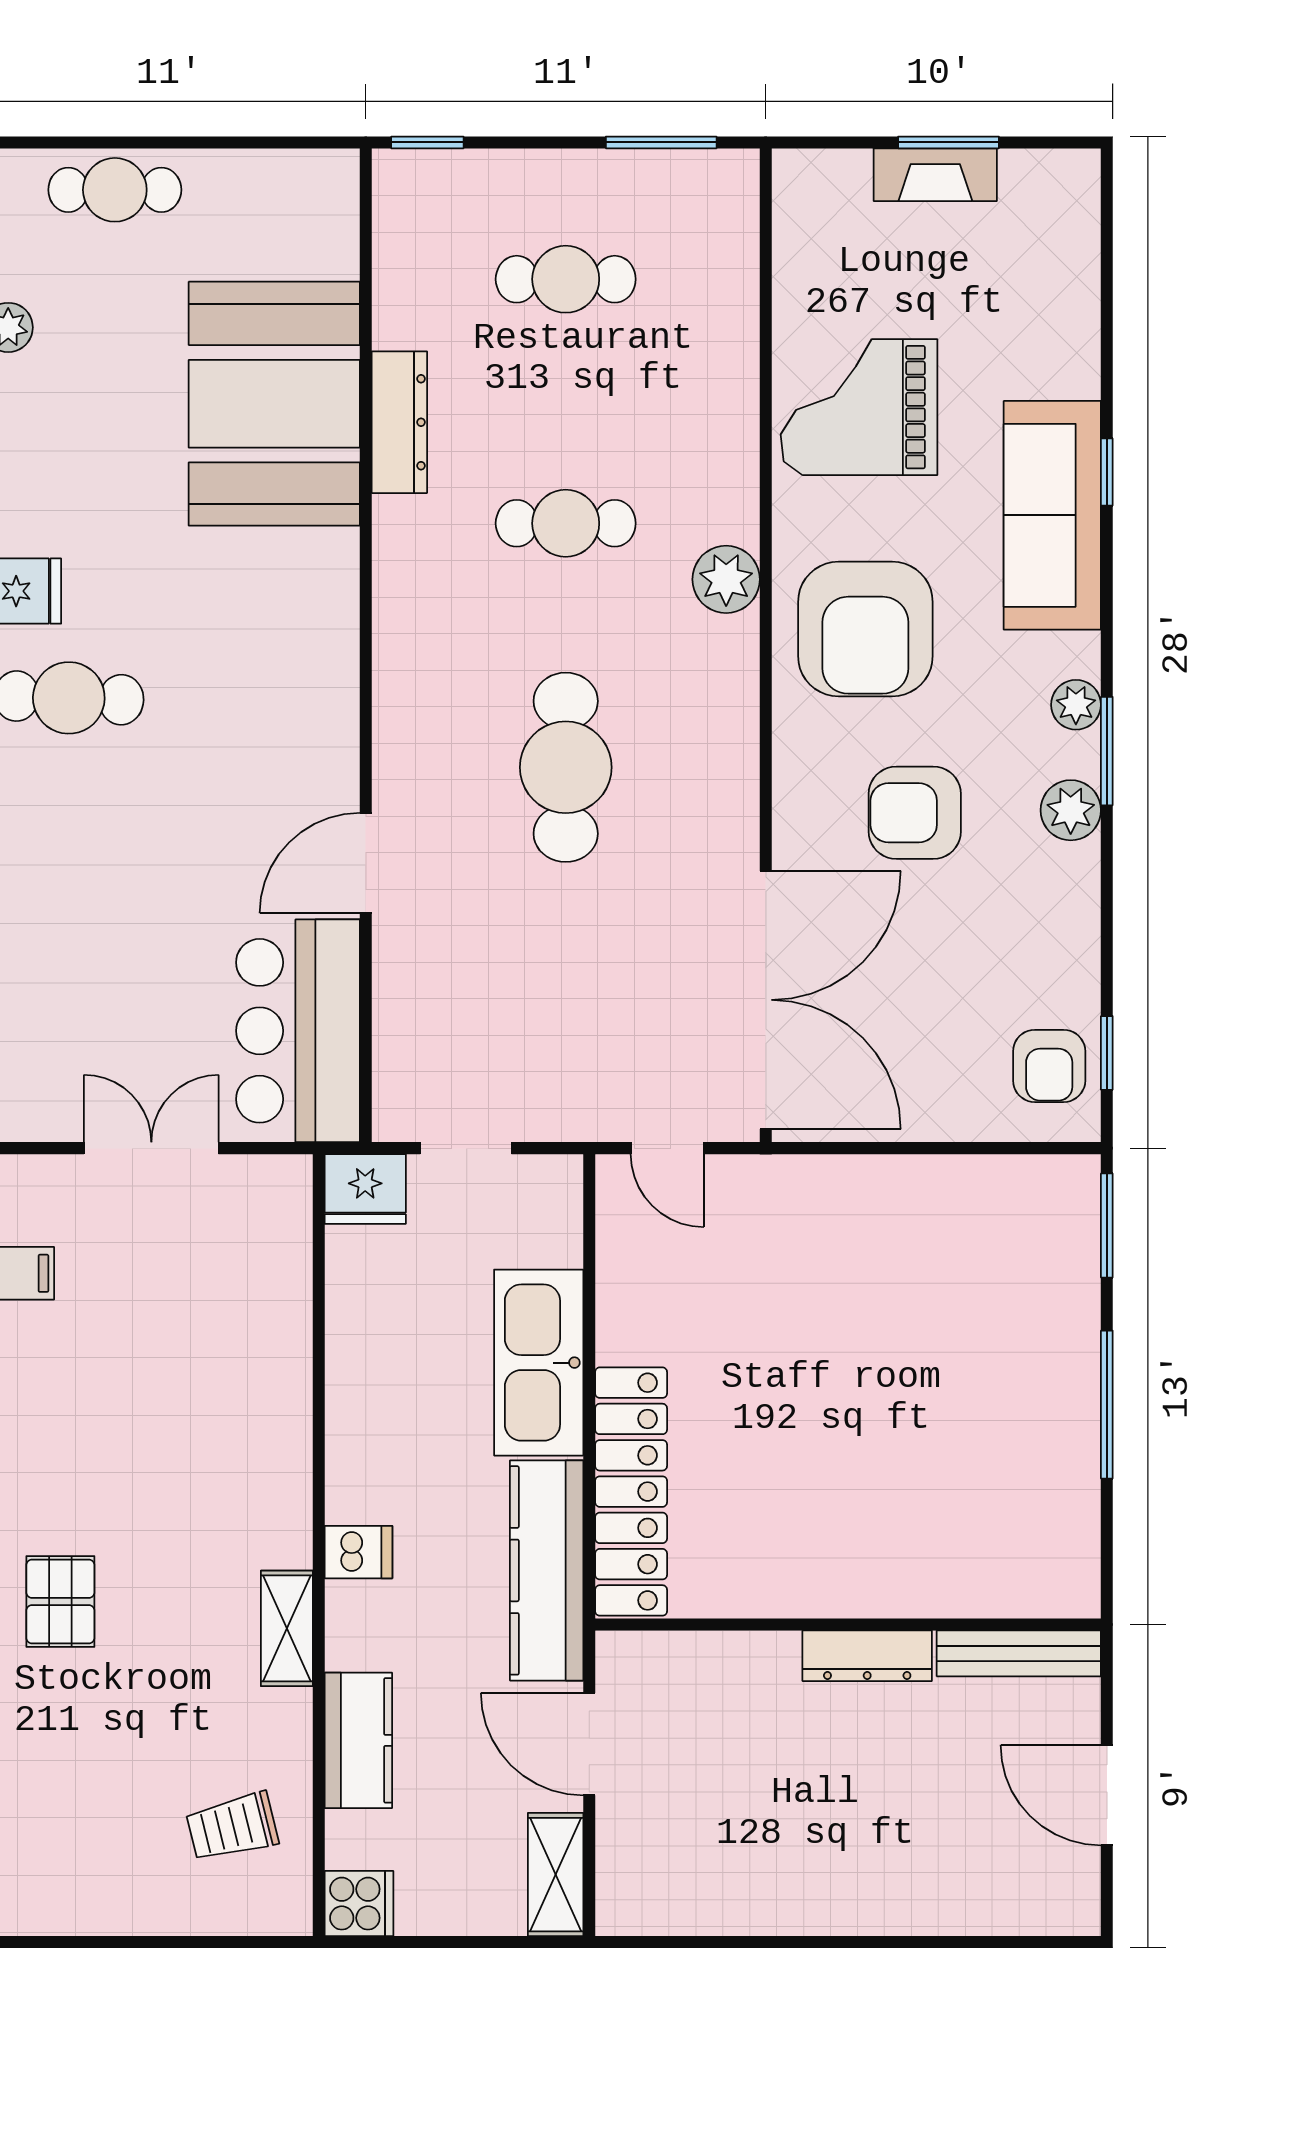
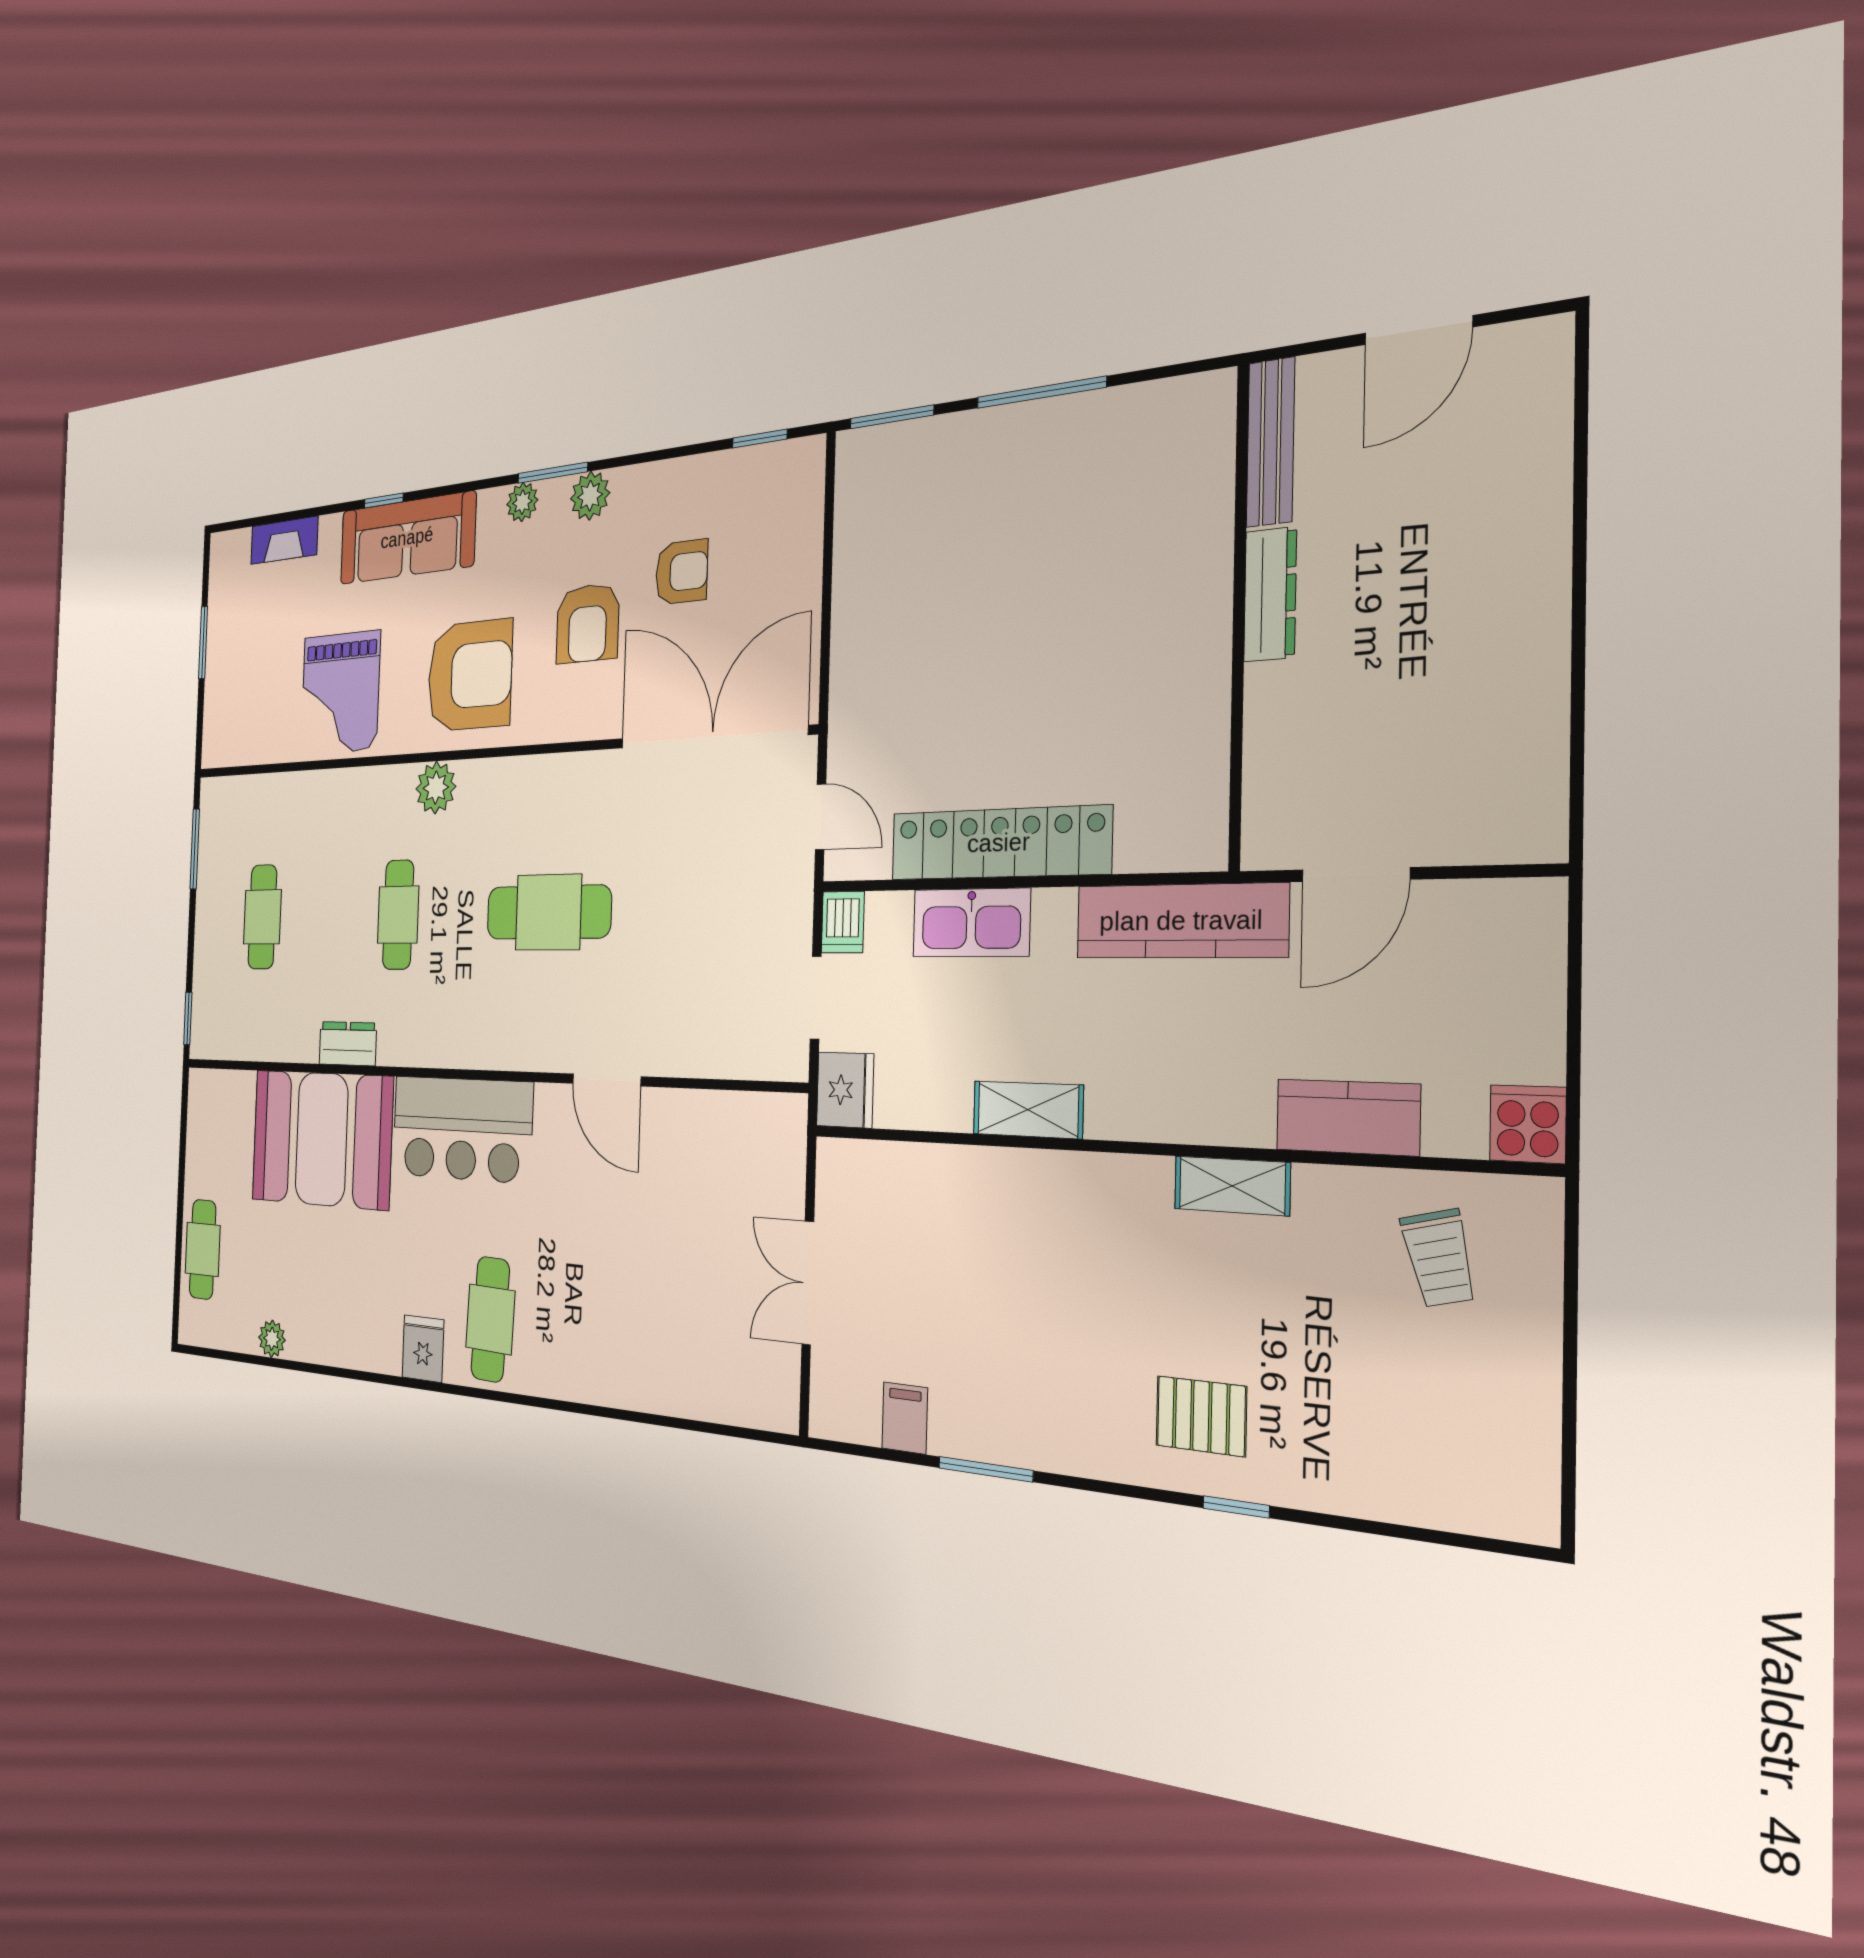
fireplace: (935, 175) -> (284, 540), moved, turned 90
dresser: (399, 422) -> (348, 1044), width x0.70
bar counter: (298, 1031) -> (462, 1129), moved
armchair: (1049, 1066) -> (682, 572), moved
door: (667, 1148) -> (821, 817), hinge flipped
kitchen sink: (539, 1363) -> (971, 923), width x0.73, depth x0.81
locker: (631, 1492) -> (999, 843), moved
dishwasher: (358, 1552) -> (843, 922), moved, turned 180
shelving: (556, 1875) -> (1028, 1110), moved

